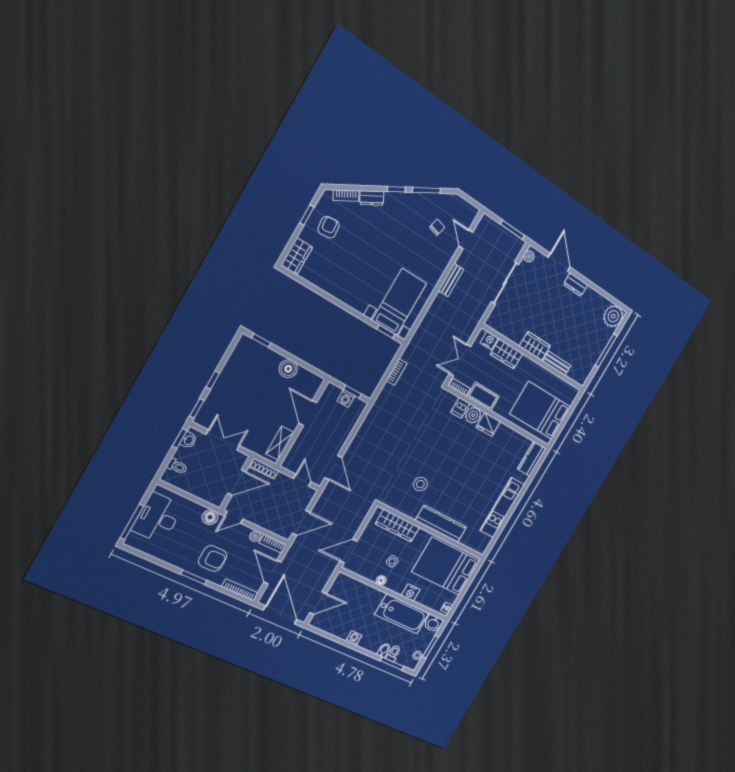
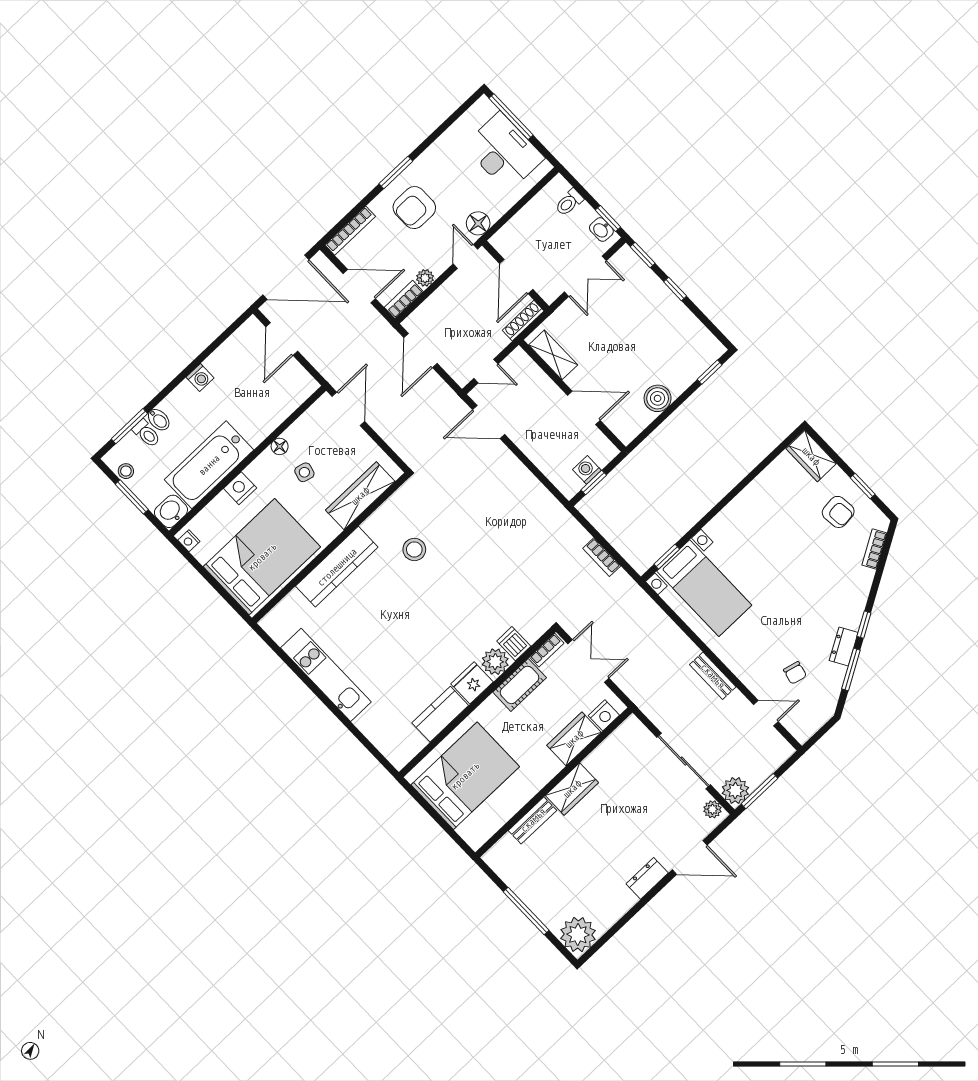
dresser: (372, 198) -> (844, 647), moved
plant: (515, 245) -> (735, 791), added
kitchen counter: (532, 459) -> (440, 714), moved, turned -90

